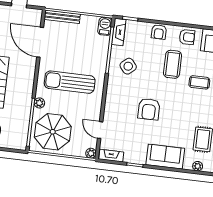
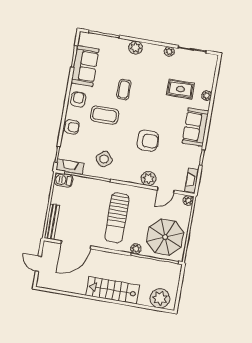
plant: (111, 112) -> (148, 179), added

